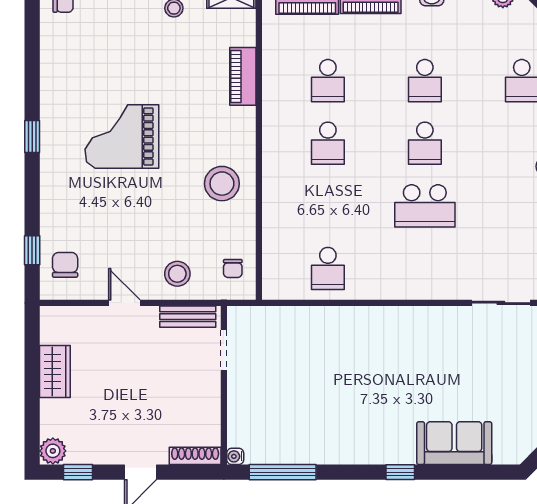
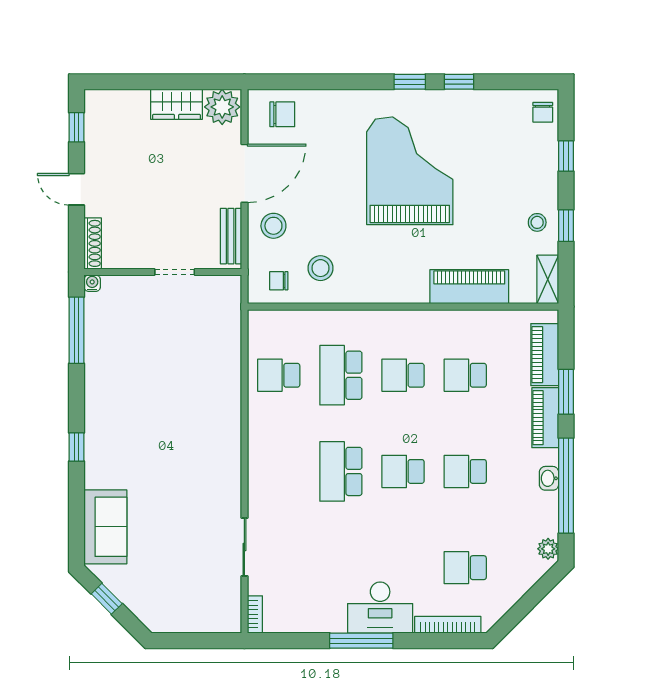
piano: (243, 76) -> (469, 287), width x1.37, depth x1.33
grand piano: (122, 136) -> (410, 171), width x1.37, depth x1.48
stool: (222, 184) -> (321, 268), moved, width x0.73, depth x0.73
school desk: (328, 206) -> (341, 375), added
window: (32, 250) -> (459, 82), moved
door: (124, 303) -> (244, 173), width x1.88
doorway: (224, 350) -> (175, 272), moved
sofa: (454, 443) -> (105, 527), moved
plant: (53, 451) -> (222, 107), moved, width x1.36, depth x1.36

